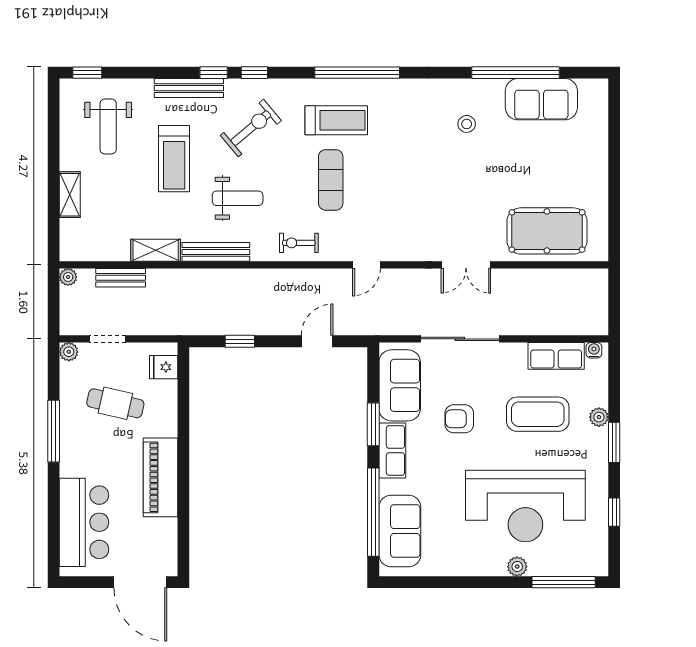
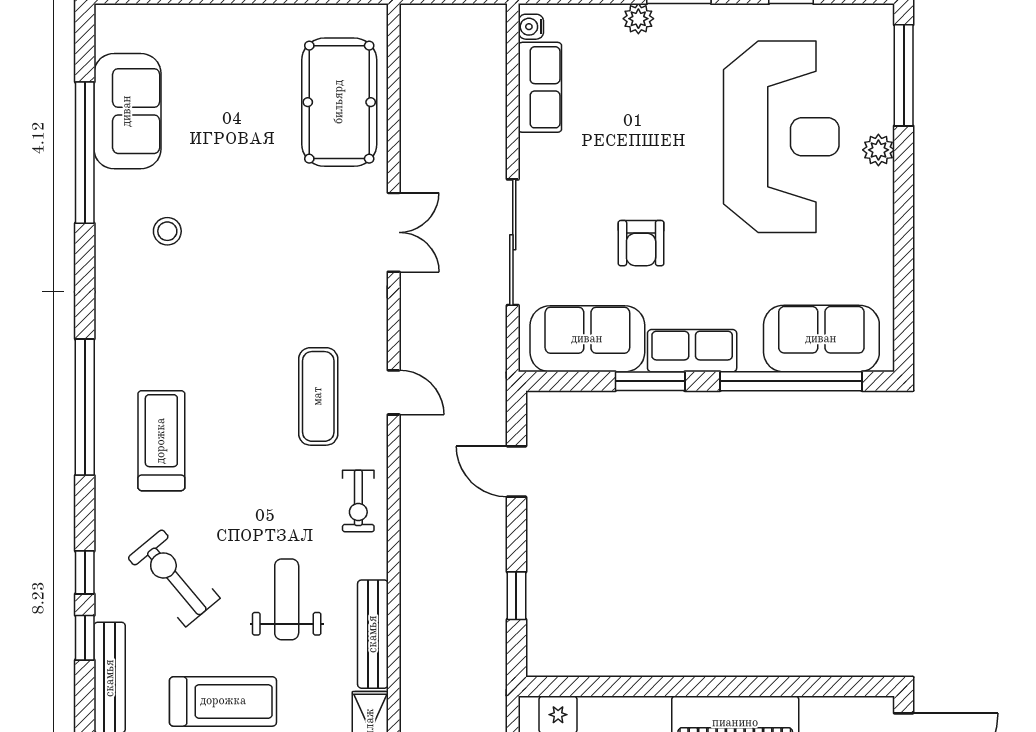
exercise mat: (331, 180) -> (318, 396), moved, turned 90
coffee table: (538, 414) -> (634, 117), removed

